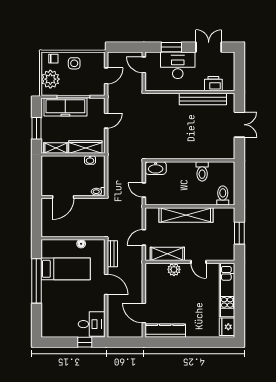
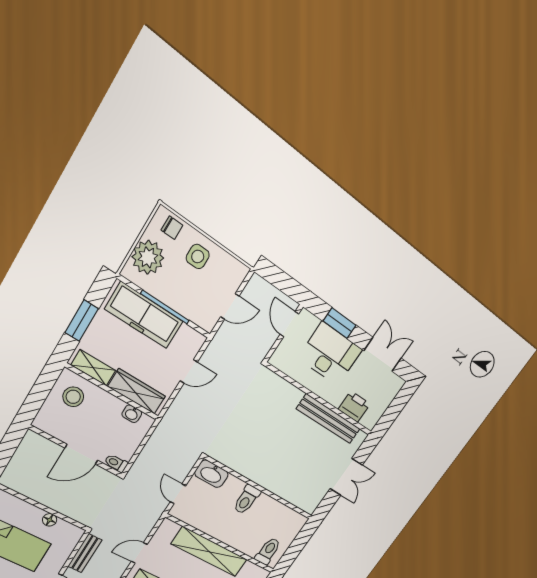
stool: (54, 169) -> (73, 397), added
toilet: (202, 171) -> (247, 499), moved
door: (63, 197) -> (81, 454), moved

